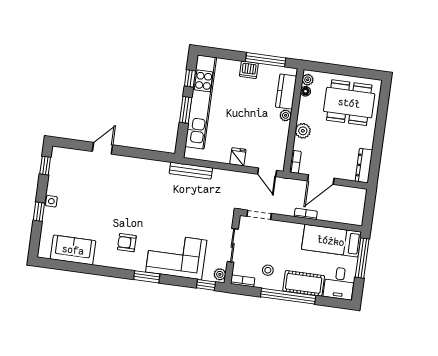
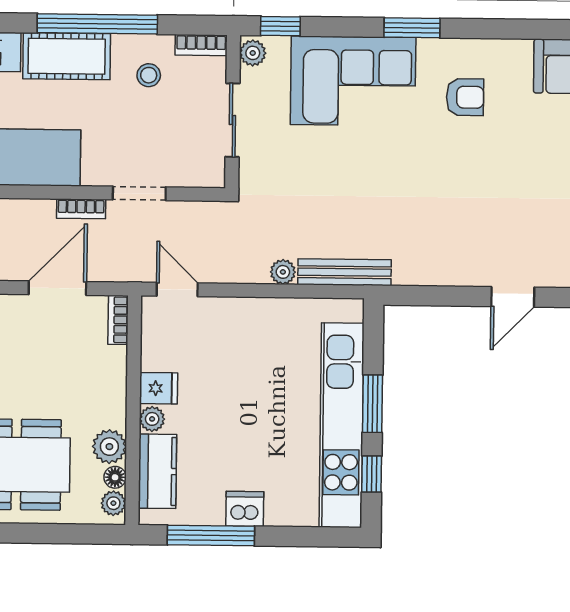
plant: (303, 131) -> (109, 447), moved
door: (102, 148) -> (513, 297), moved
fridge: (238, 157) -> (159, 388), moved, turned -90
plant: (219, 174) -> (283, 272), added
doorway: (259, 215) -> (139, 193), moved

